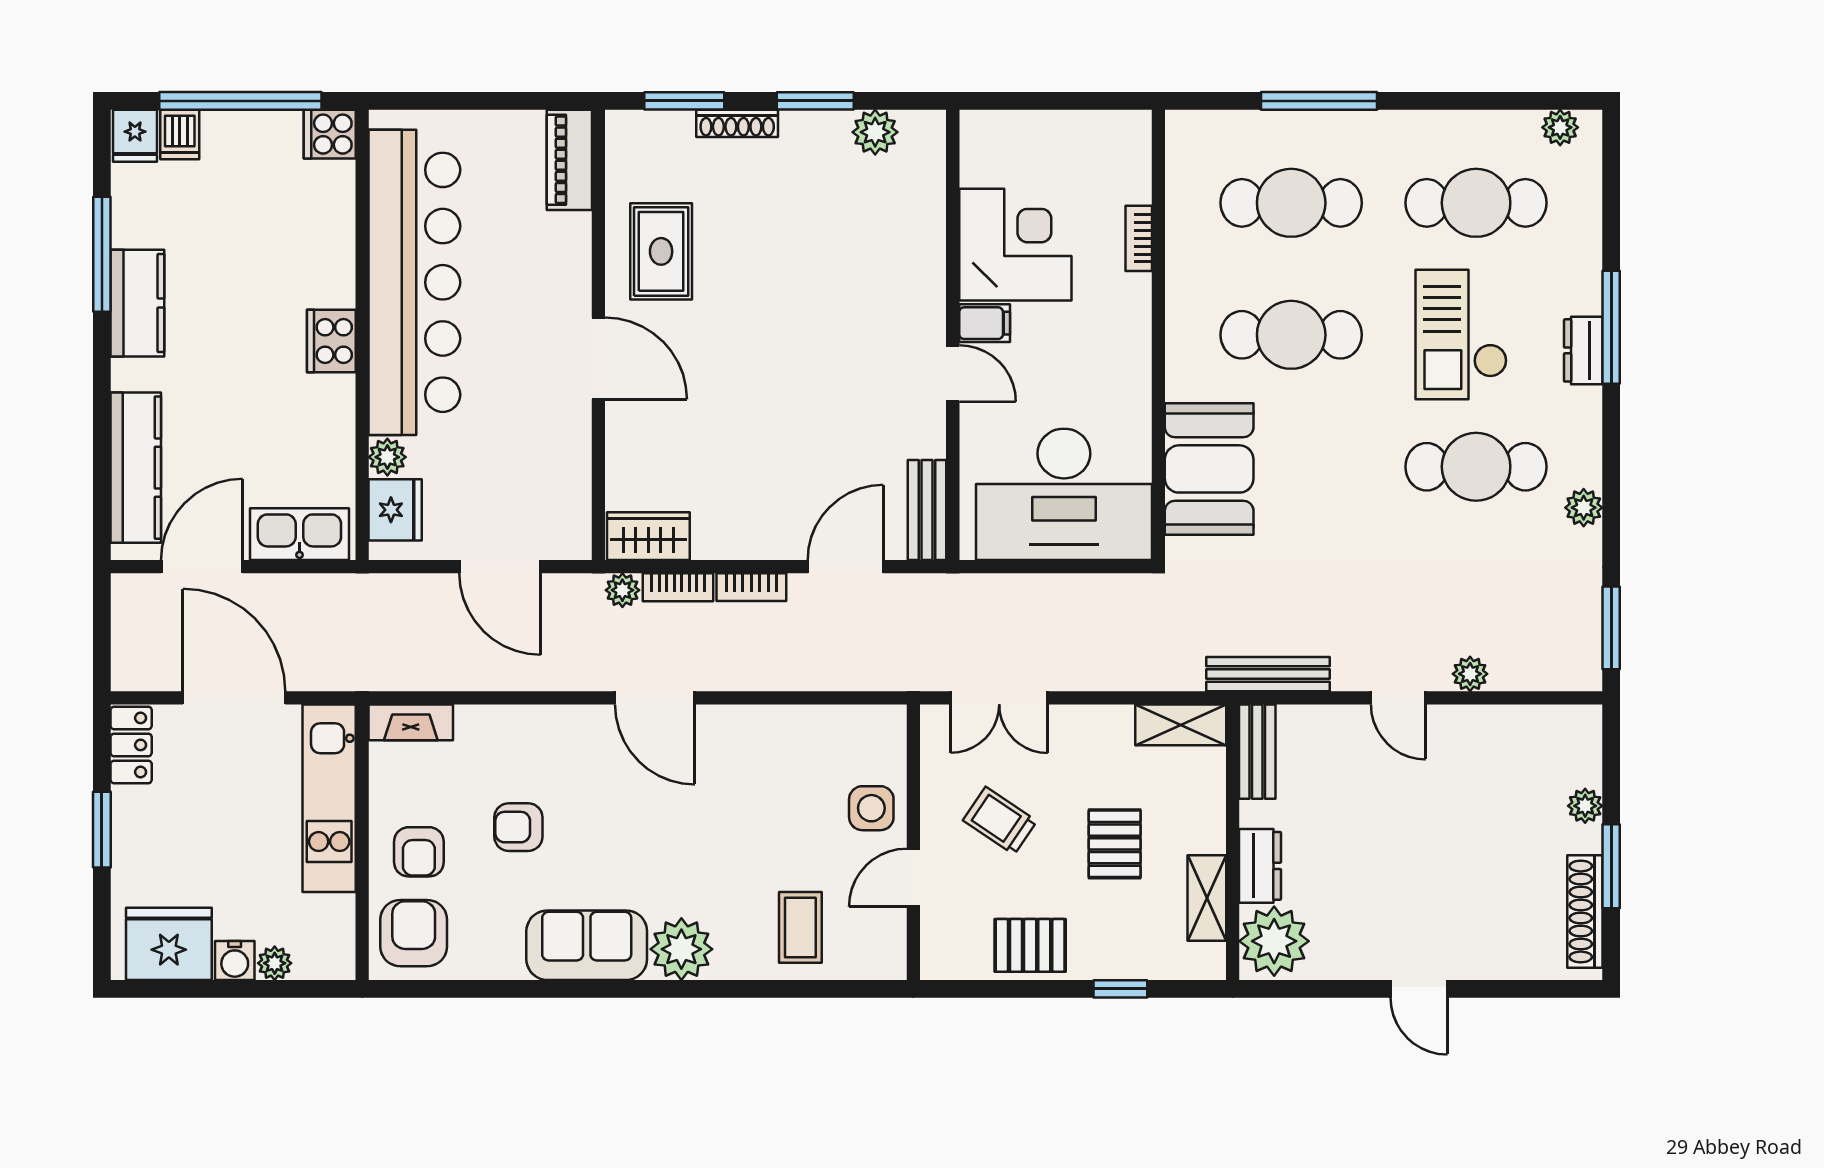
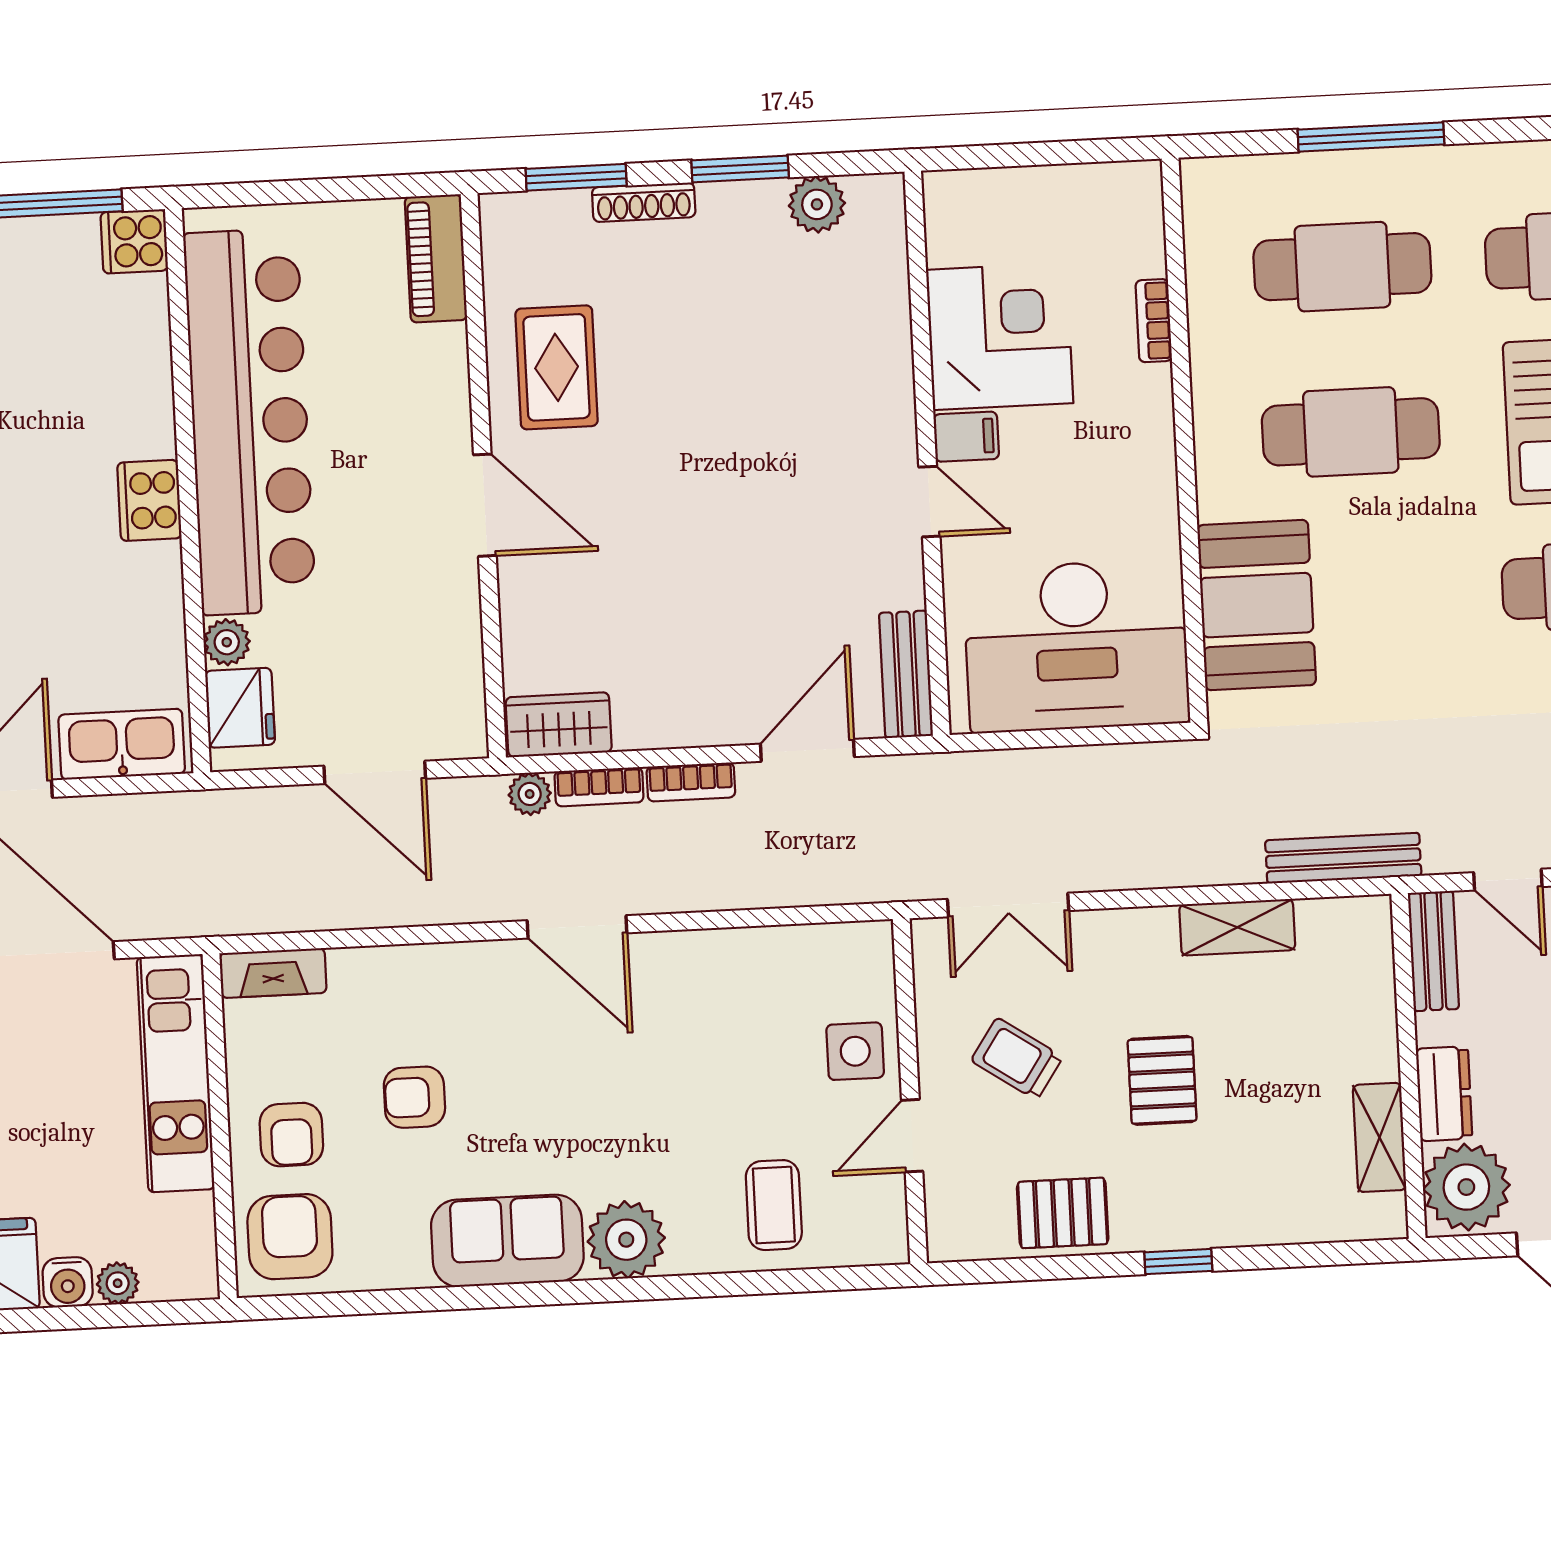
bench: (1257, 752) -> (1433, 951), moved
wall: (1233, 842) -> (1408, 1066), moved
dresser: (1260, 866) -> (1444, 1094), moved
shelving: (1207, 898) -> (1380, 1137), moved
plant: (1274, 941) -> (1466, 1187), moved

